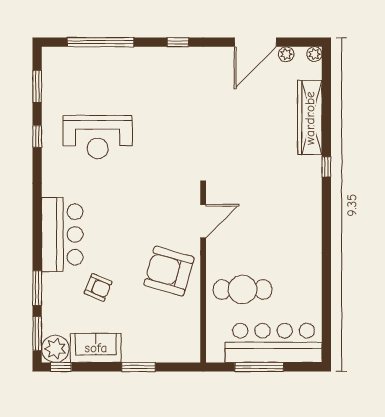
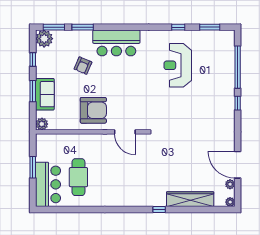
window: (178, 42) -> (238, 103), moved
armchair: (169, 271) -> (93, 110), turned 74
cafe table: (243, 289) -> (78, 177), moved
bar counter: (274, 343) -> (48, 184), width x0.73
sofa: (96, 348) -> (45, 94), moved
plant: (191, 353) -> (42, 124), added
window: (61, 367) -> (33, 60), moved
window: (259, 367) -> (33, 167), width x0.69

